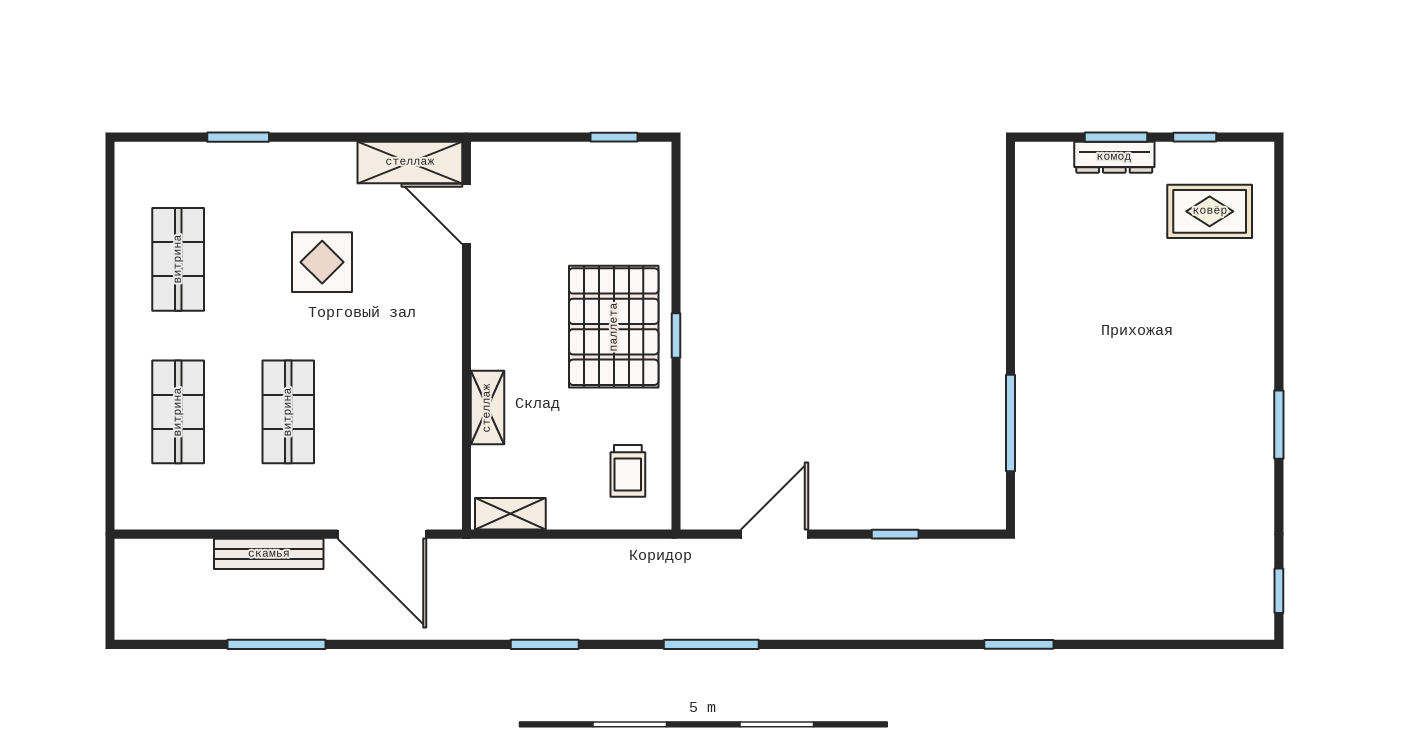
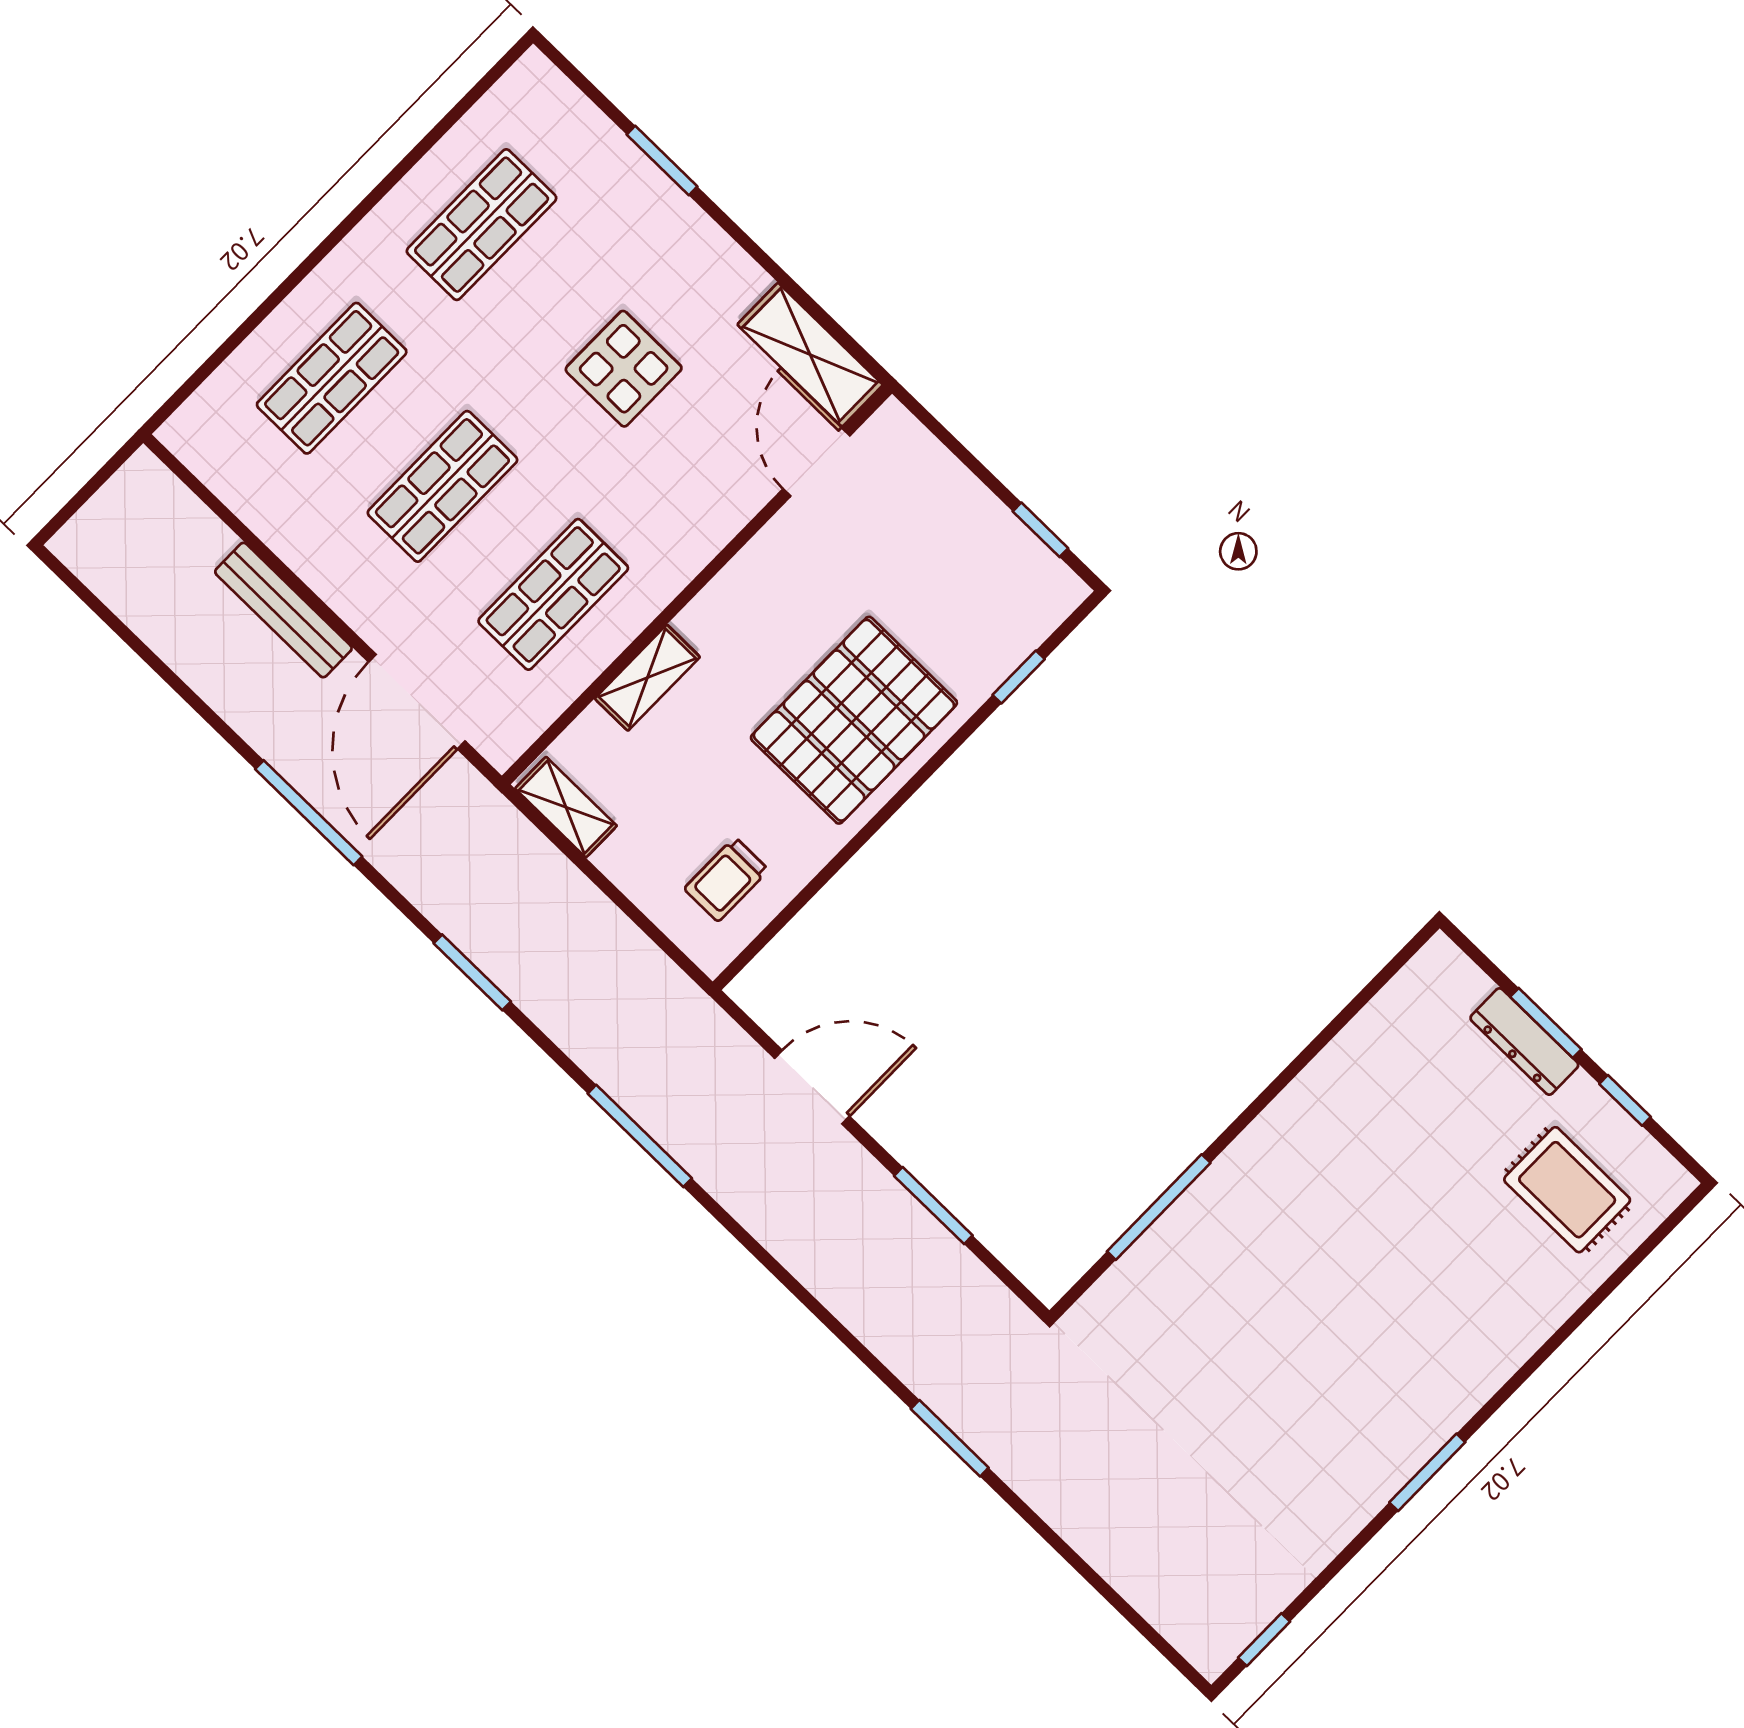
window: (676, 336) -> (1019, 677), moved
shop shelf: (398, 412) -> (553, 594), added
window: (895, 534) -> (933, 1206), width x1.50
window: (277, 644) -> (309, 813), moved

